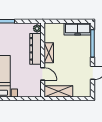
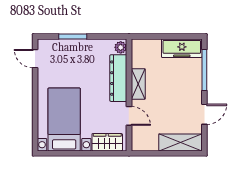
wardrobe: (28, 91) -> (107, 142), added
shelving: (58, 91) -> (180, 142), moved

